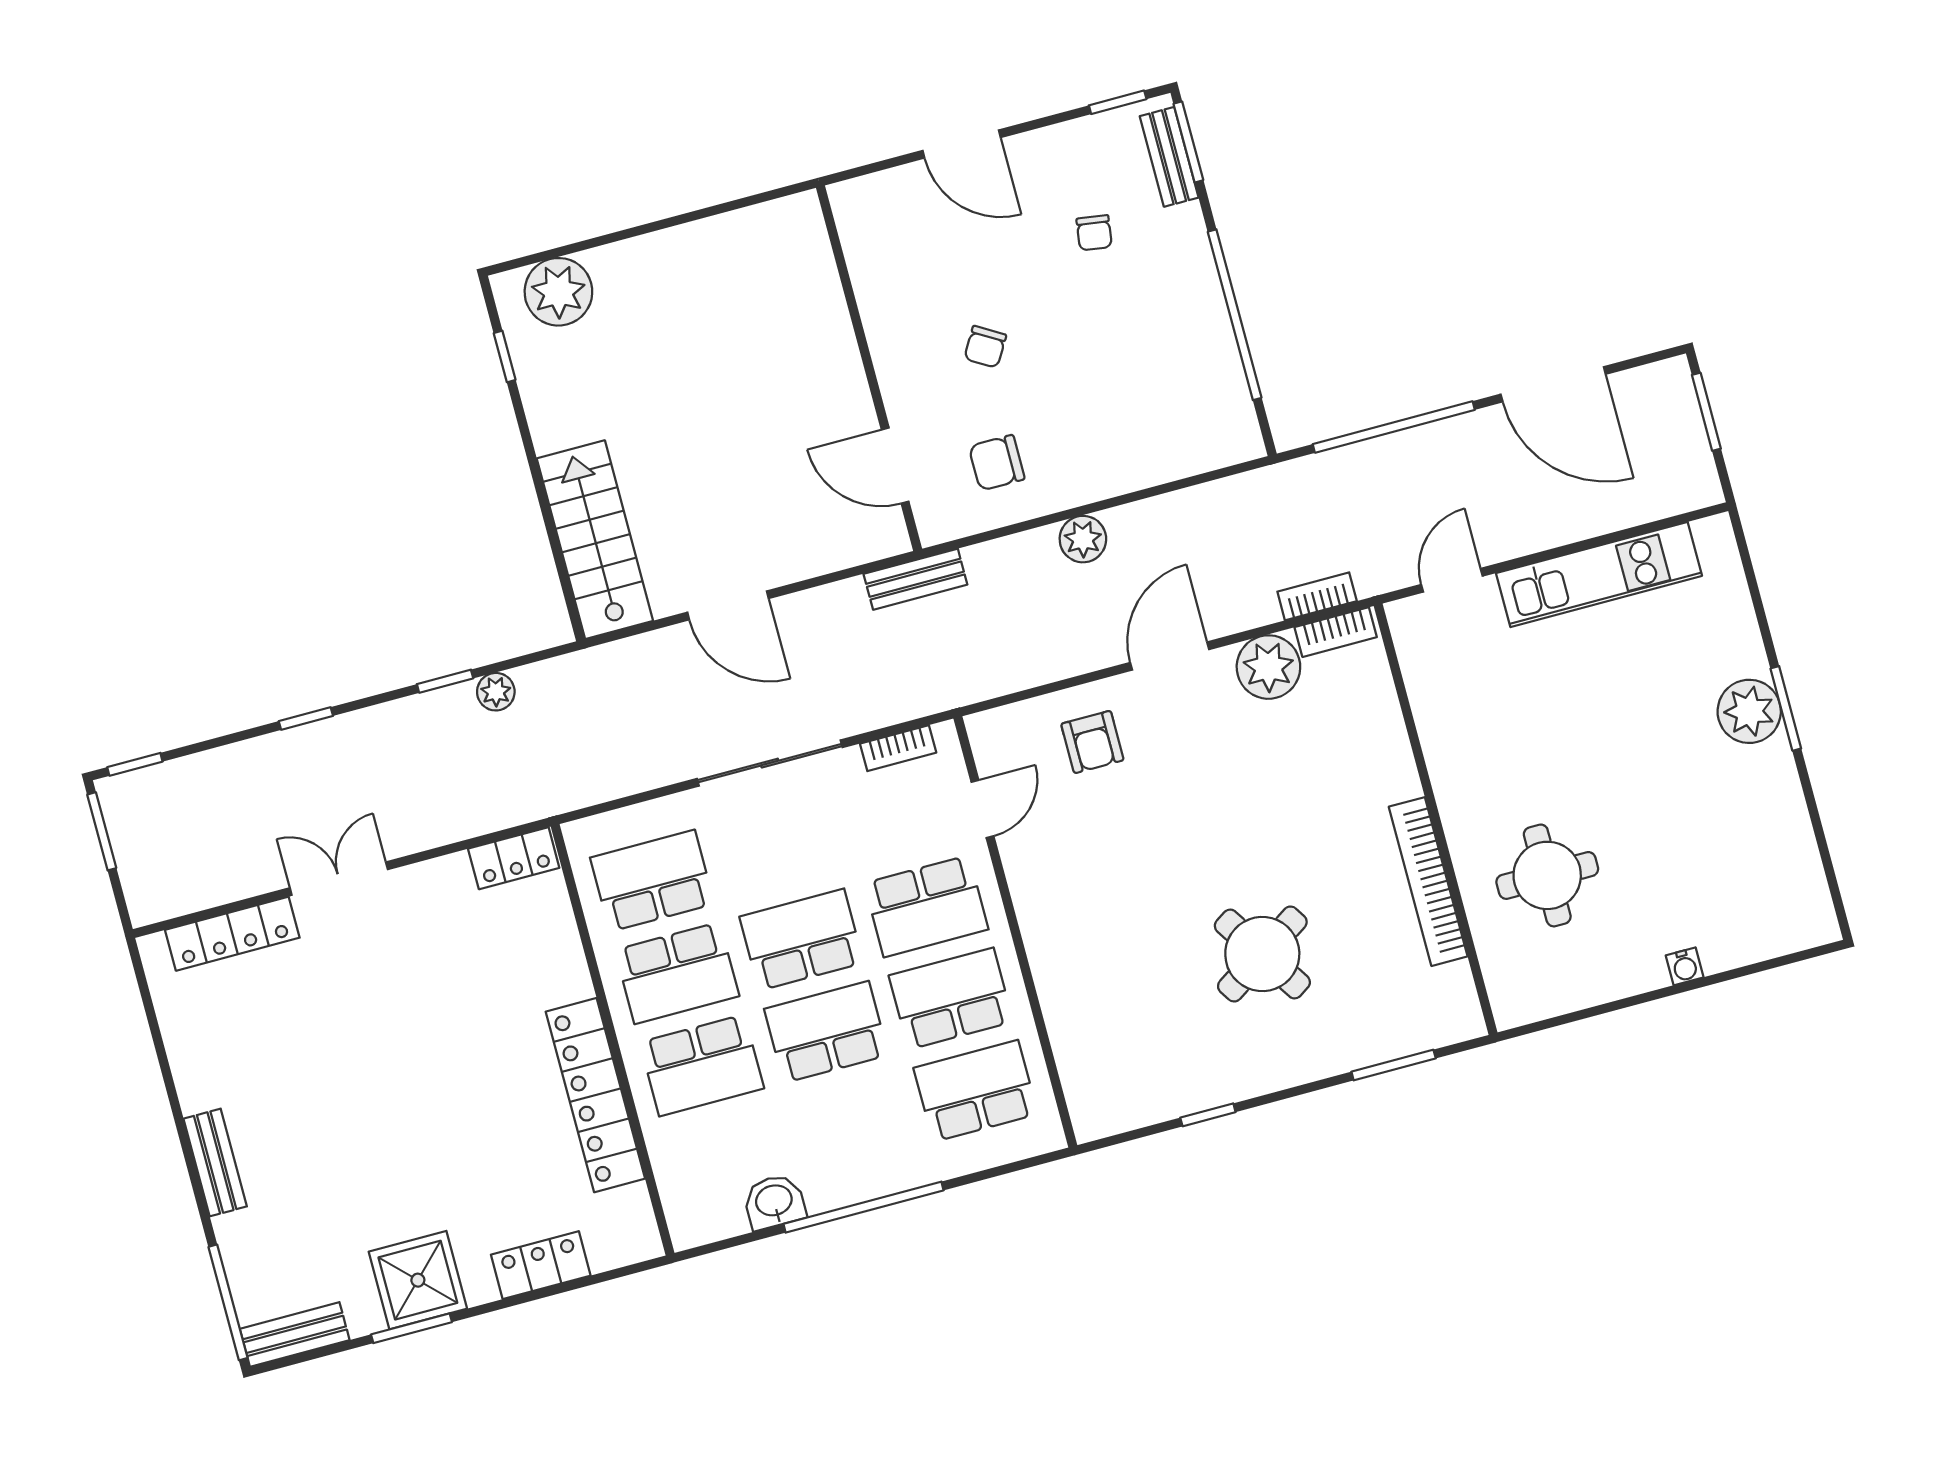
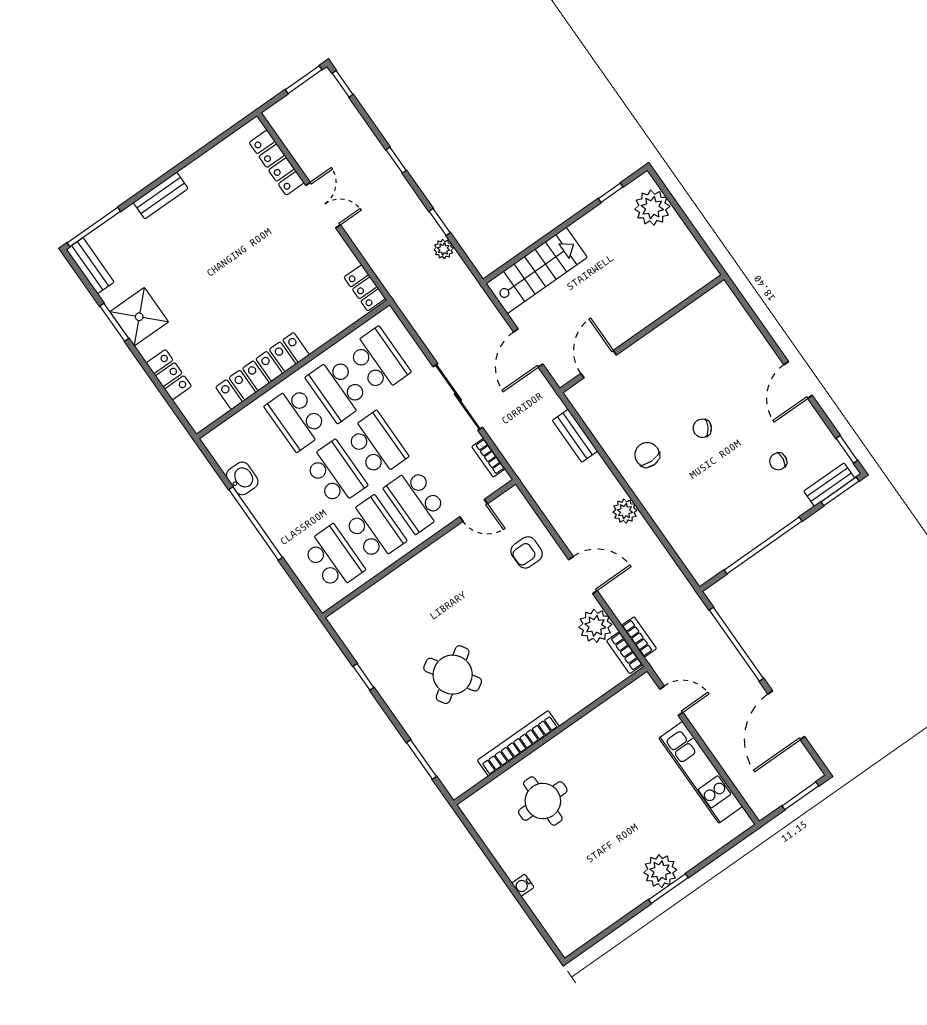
wall: (869, 368) -> (642, 334), moved
door: (895, 466) -> (599, 364), moved

